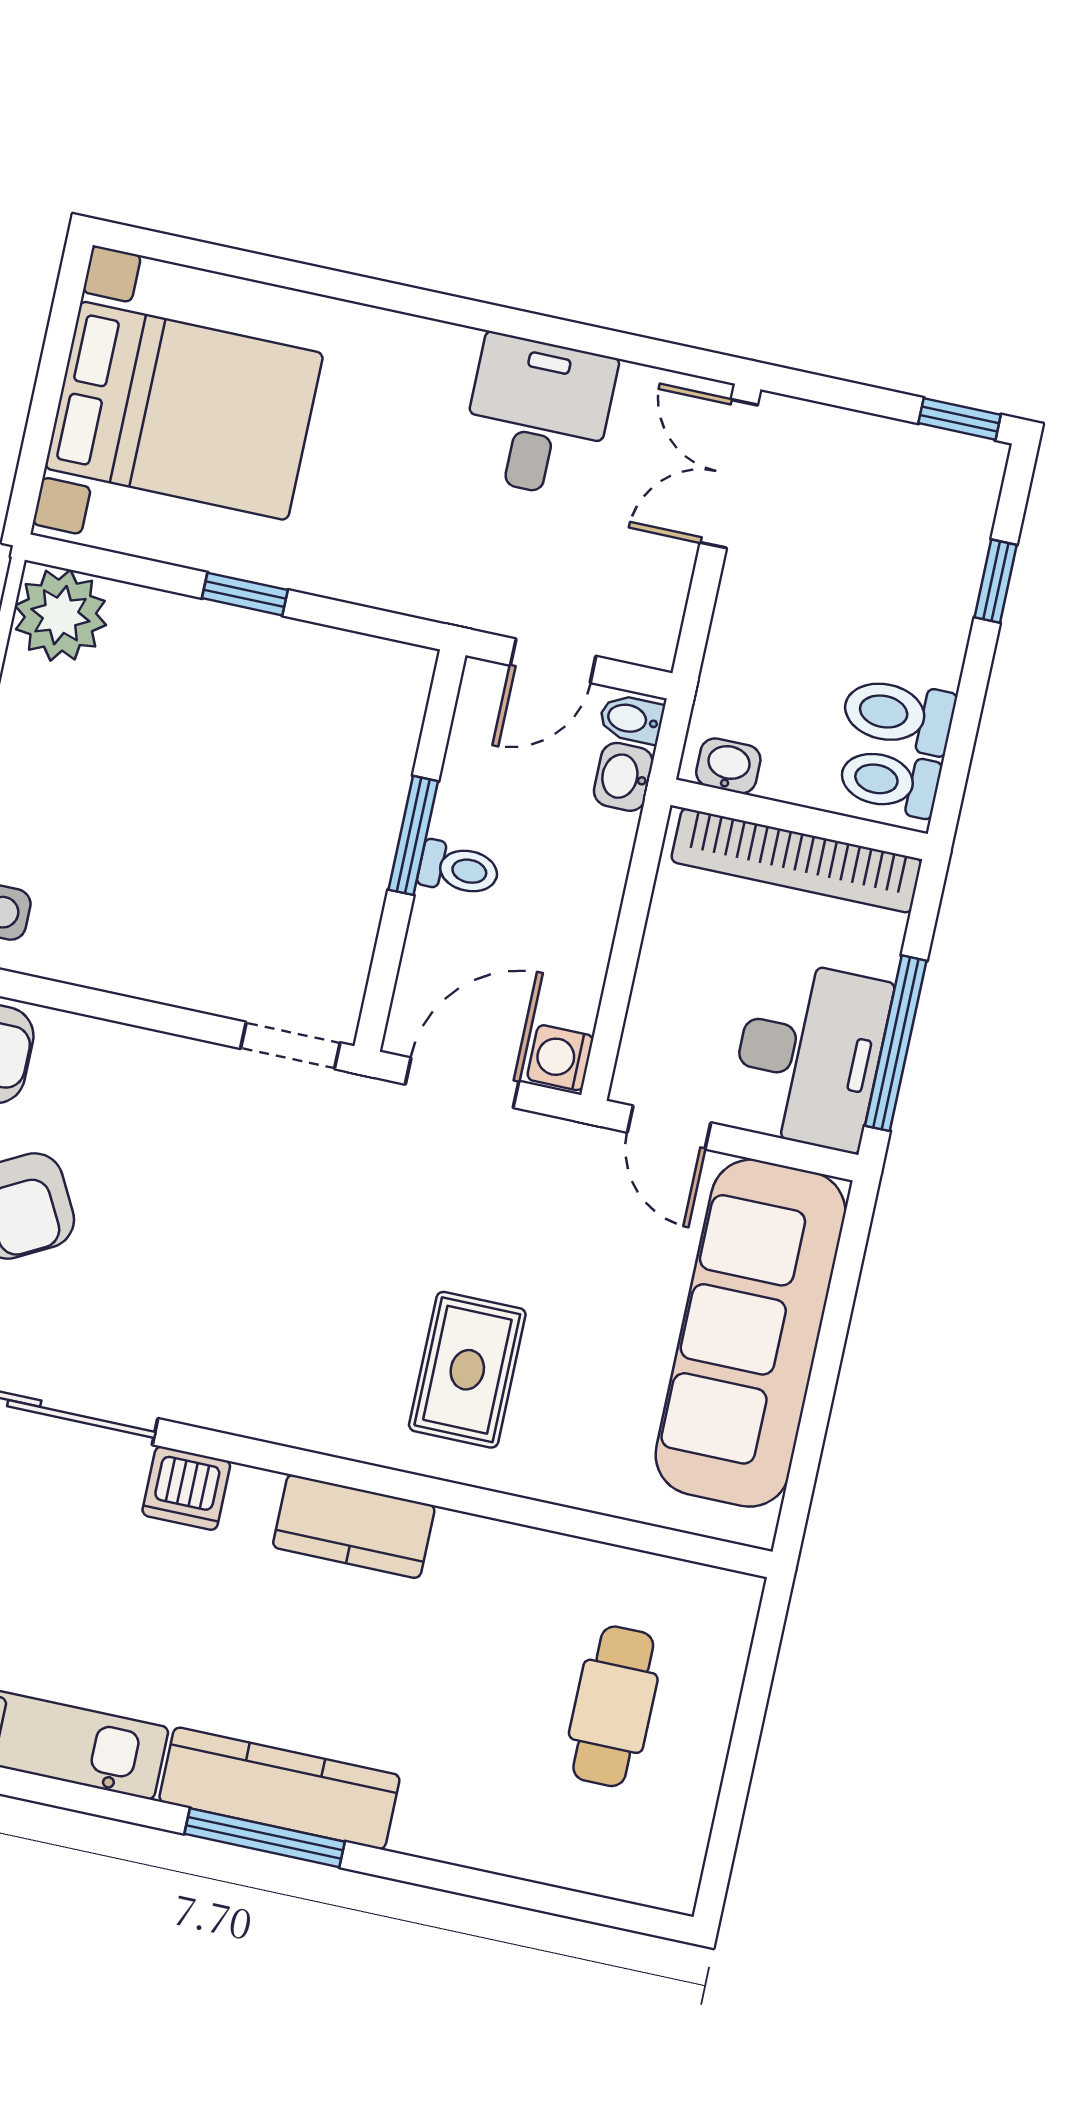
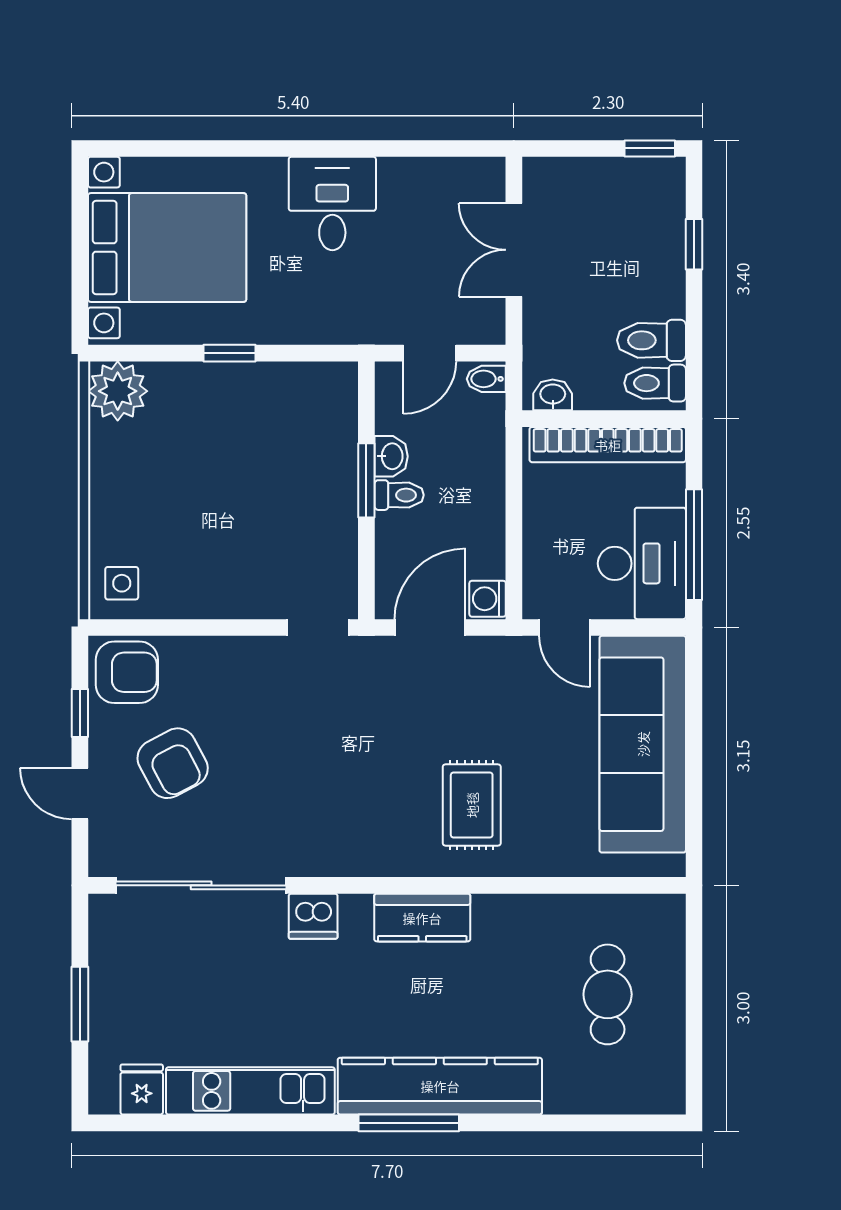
desk: (538, 416) -> (332, 203), moved
double door: (729, 474) -> (514, 250), moved
washbasin: (623, 777) -> (391, 456), moved, turned 180
kitchen counter: (279, 1788) -> (440, 1086), width x1.39, depth x1.17

